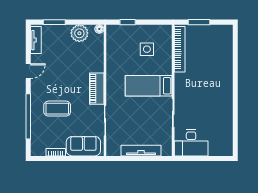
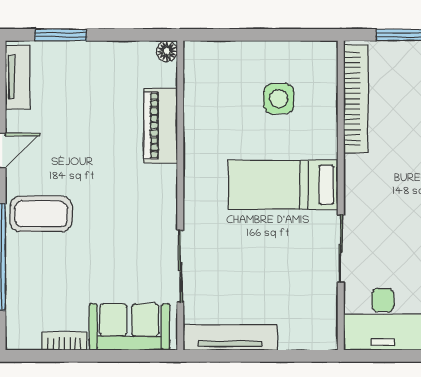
window: (128, 22) -> (233, 35), removed
plant: (79, 33) -> (120, 61), removed
piano: (97, 89) -> (161, 126), moved
coffee table: (57, 109) -> (41, 214), moved
tv unit: (141, 151) -> (230, 337), moved

